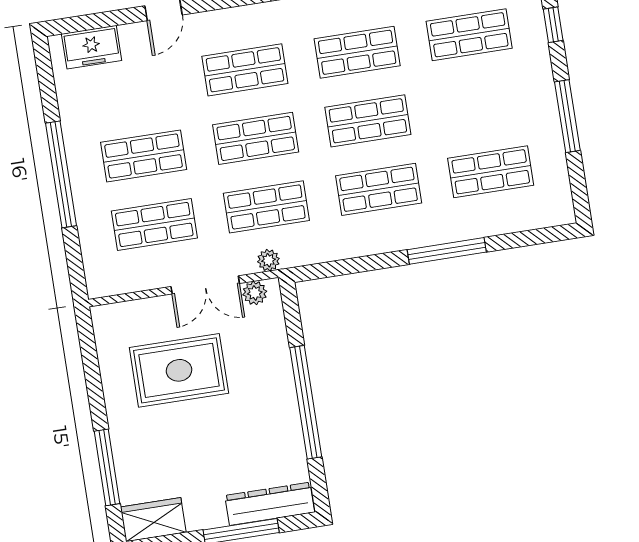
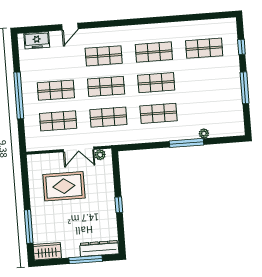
shop shelf: (491, 172) -> (209, 110), removed
plant: (268, 260) -> (204, 133), moved
window: (306, 402) -> (119, 205), width x0.32

